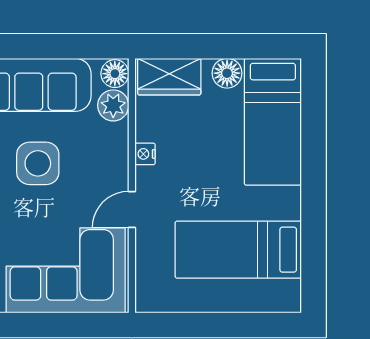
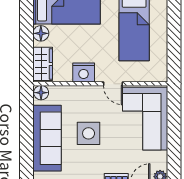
plant: (113, 105) -> (58, 94), removed
nightstand: (145, 154) -> (84, 72), width x1.89, depth x1.79

